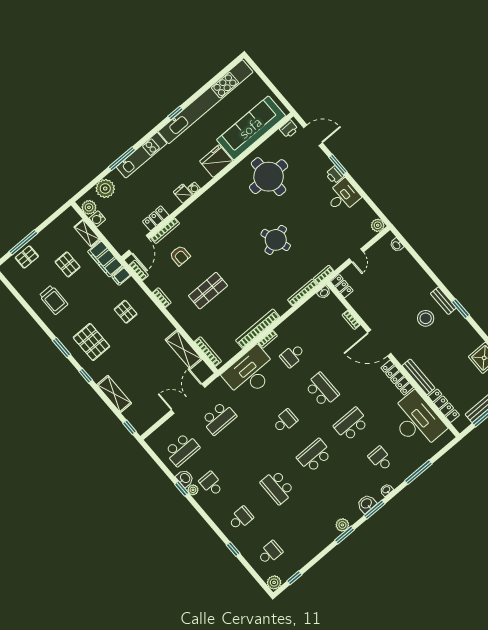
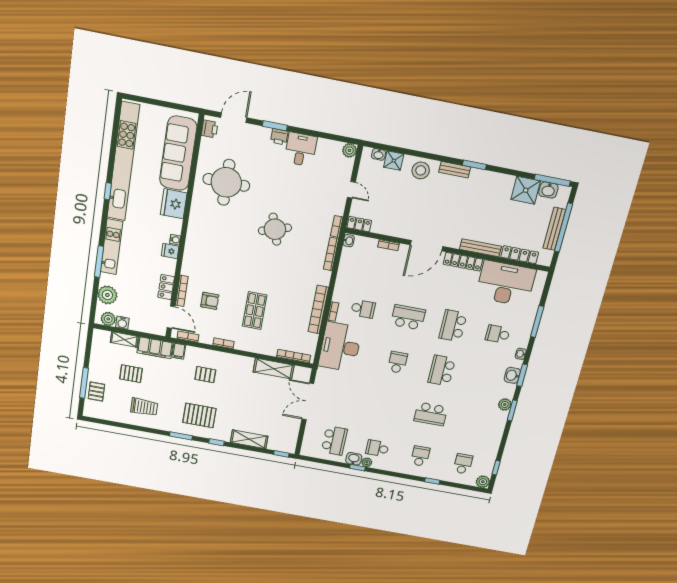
shower: (404, 258) -> (394, 161), added
stool: (426, 318) -> (421, 170), moved
school desk: (293, 355) -> (363, 309), turned -90
school desk: (219, 418) -> (344, 398), removed

